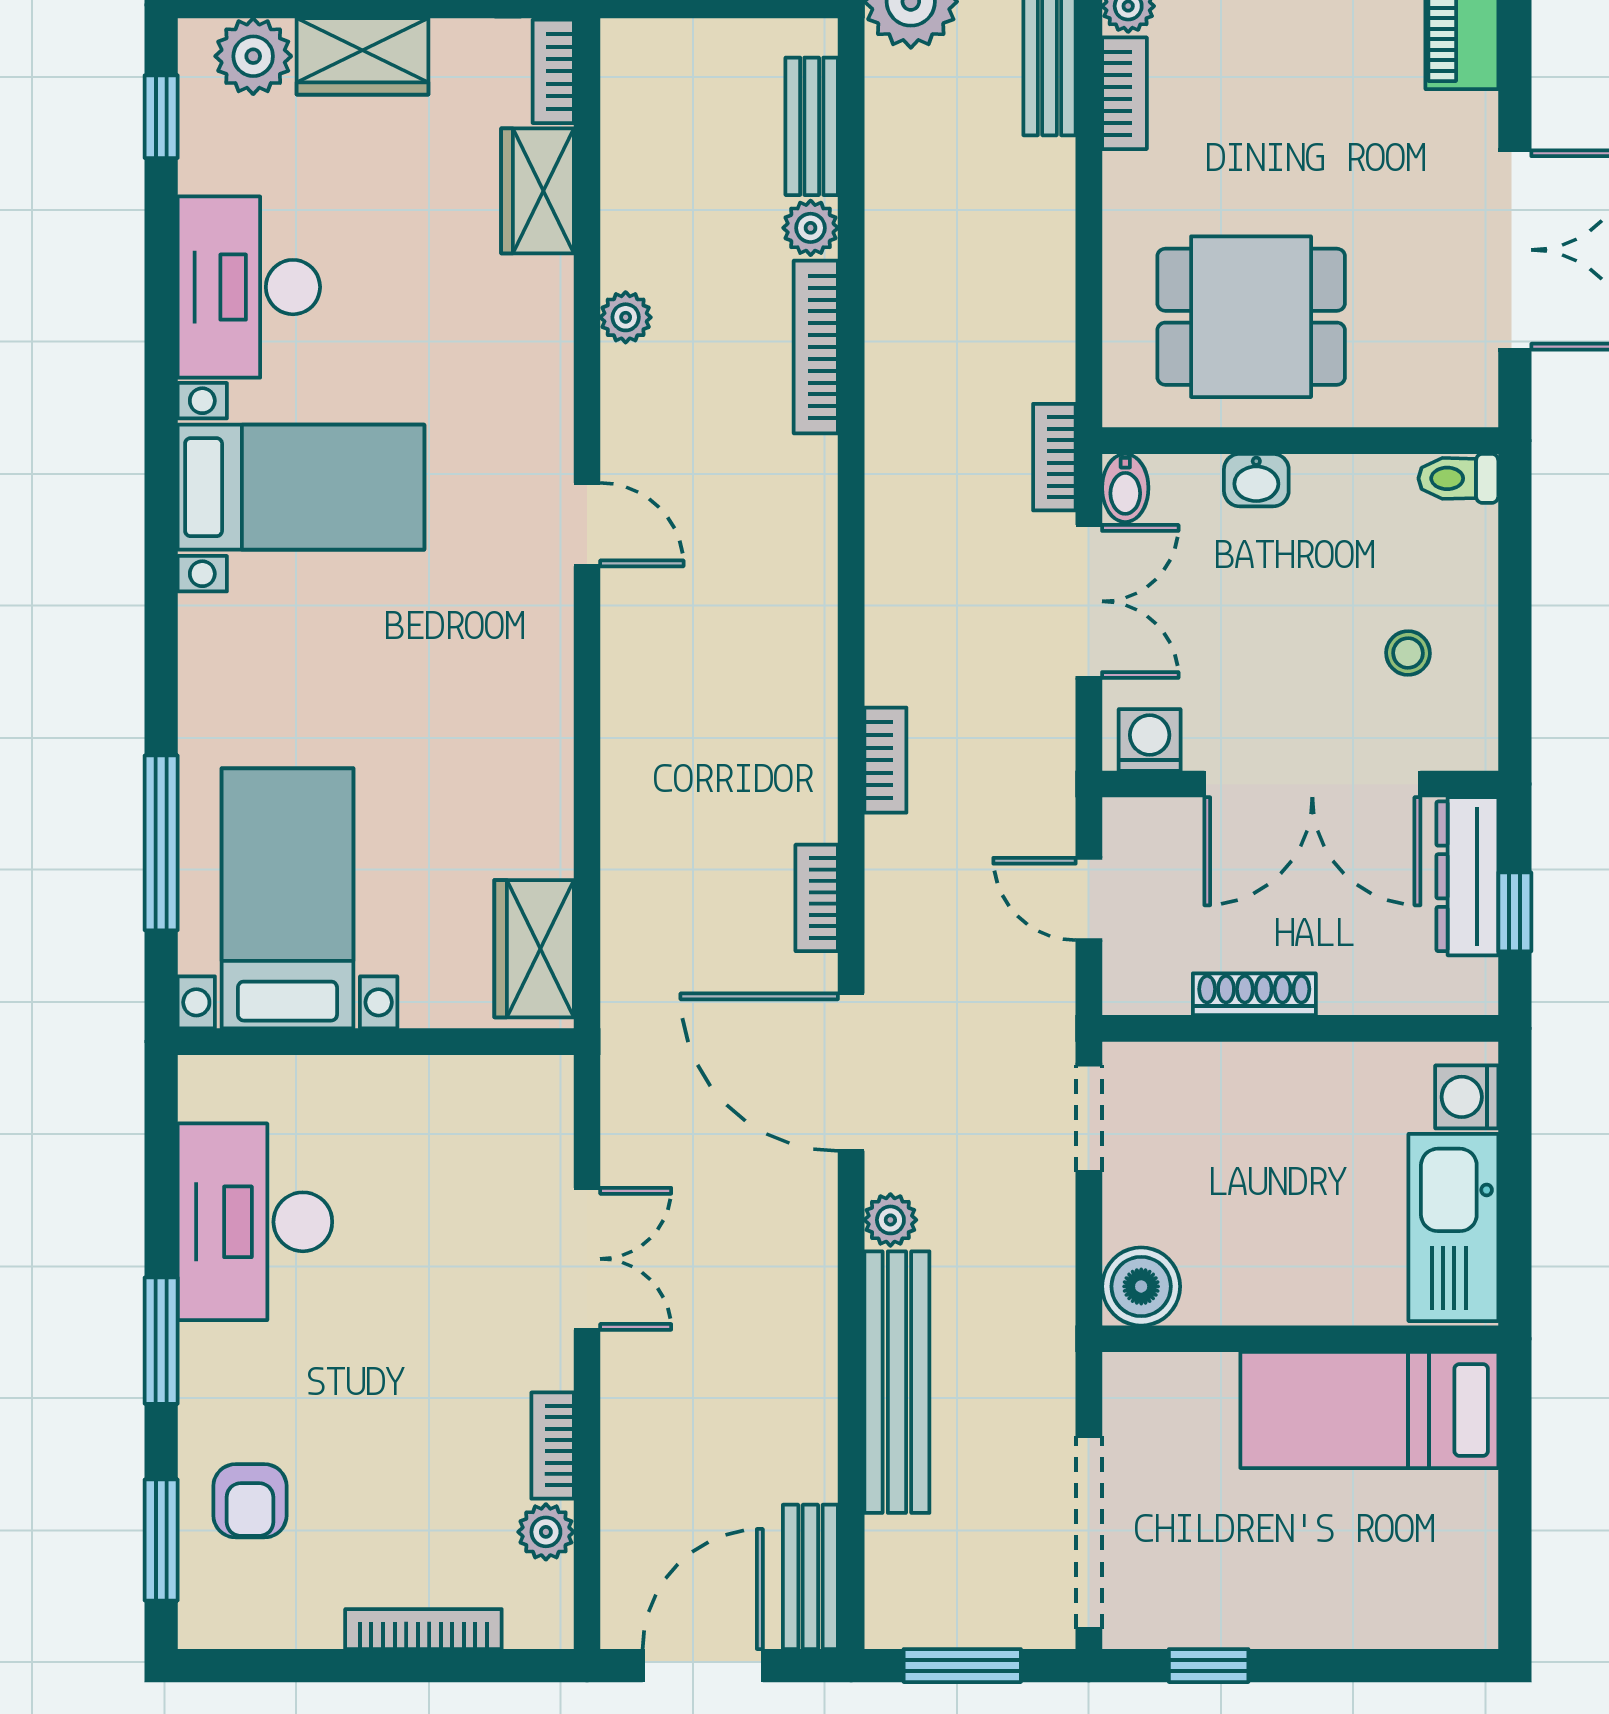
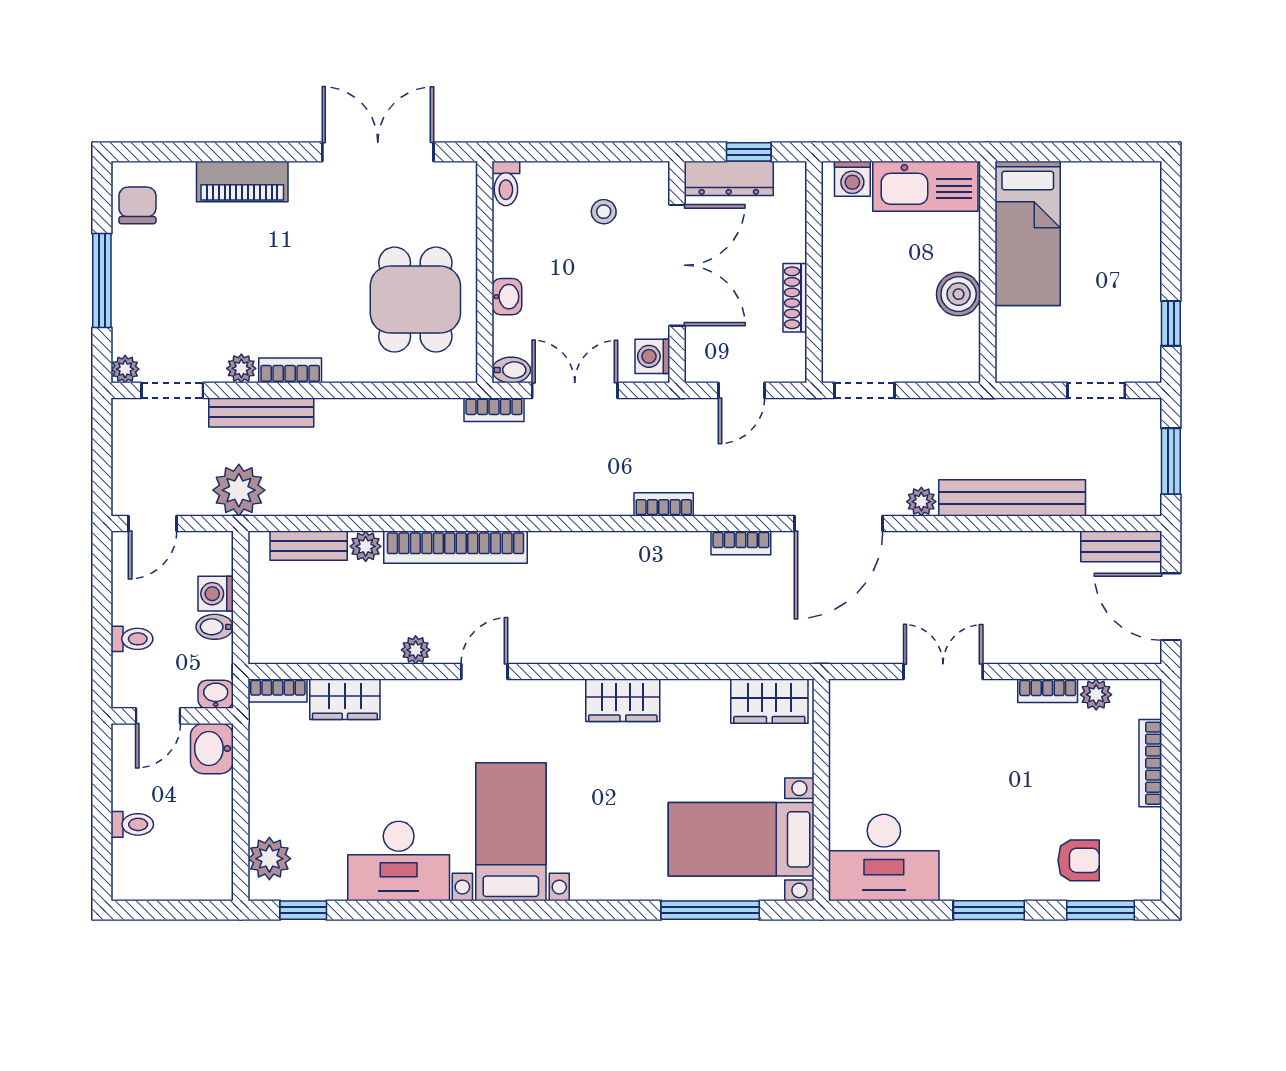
wardrobe: (362, 56) -> (623, 700), moved, turned 90
bookcase: (816, 347) -> (456, 547), width x1.48, depth x1.31
door: (587, 525) -> (484, 672), moved
desk: (255, 1222) -> (884, 858), moved
boiler: (1141, 1286) -> (959, 294), moved
doorway: (1089, 1532) -> (1096, 390), width x0.53

